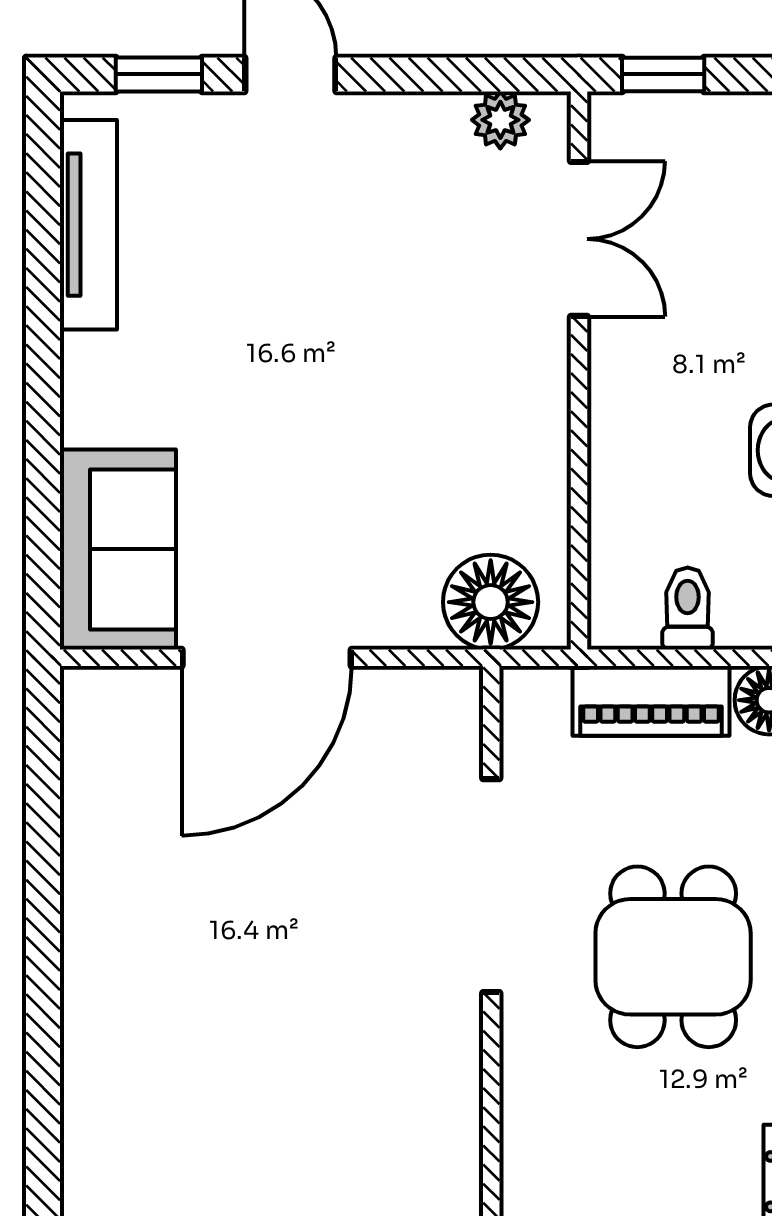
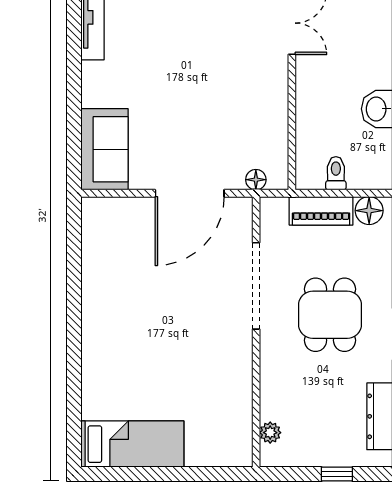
floor lamp: (491, 602) -> (256, 180), width x0.53, depth x0.53
door: (267, 658) -> (190, 193), moved

